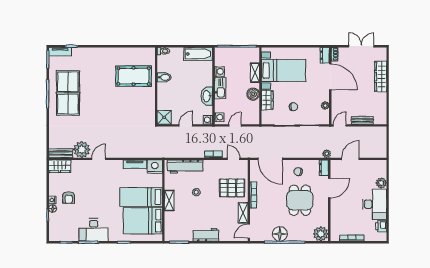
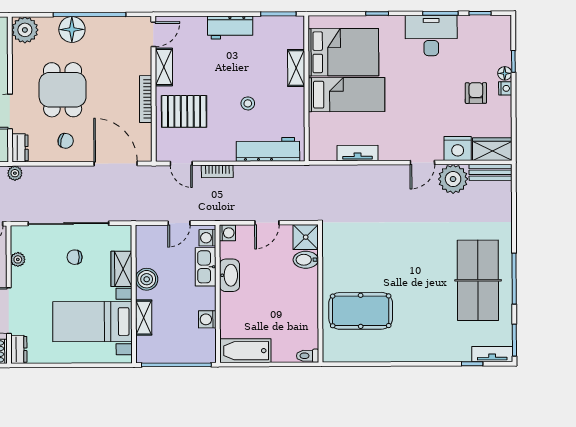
bidet: (164, 77) -> (306, 260), moved
kitchen sink: (220, 88) -> (206, 267), moved
nightstand: (155, 167) -> (458, 148), moved
shelving: (169, 201) -> (296, 68), moved
floor lamp: (280, 234) -> (72, 29), moved

